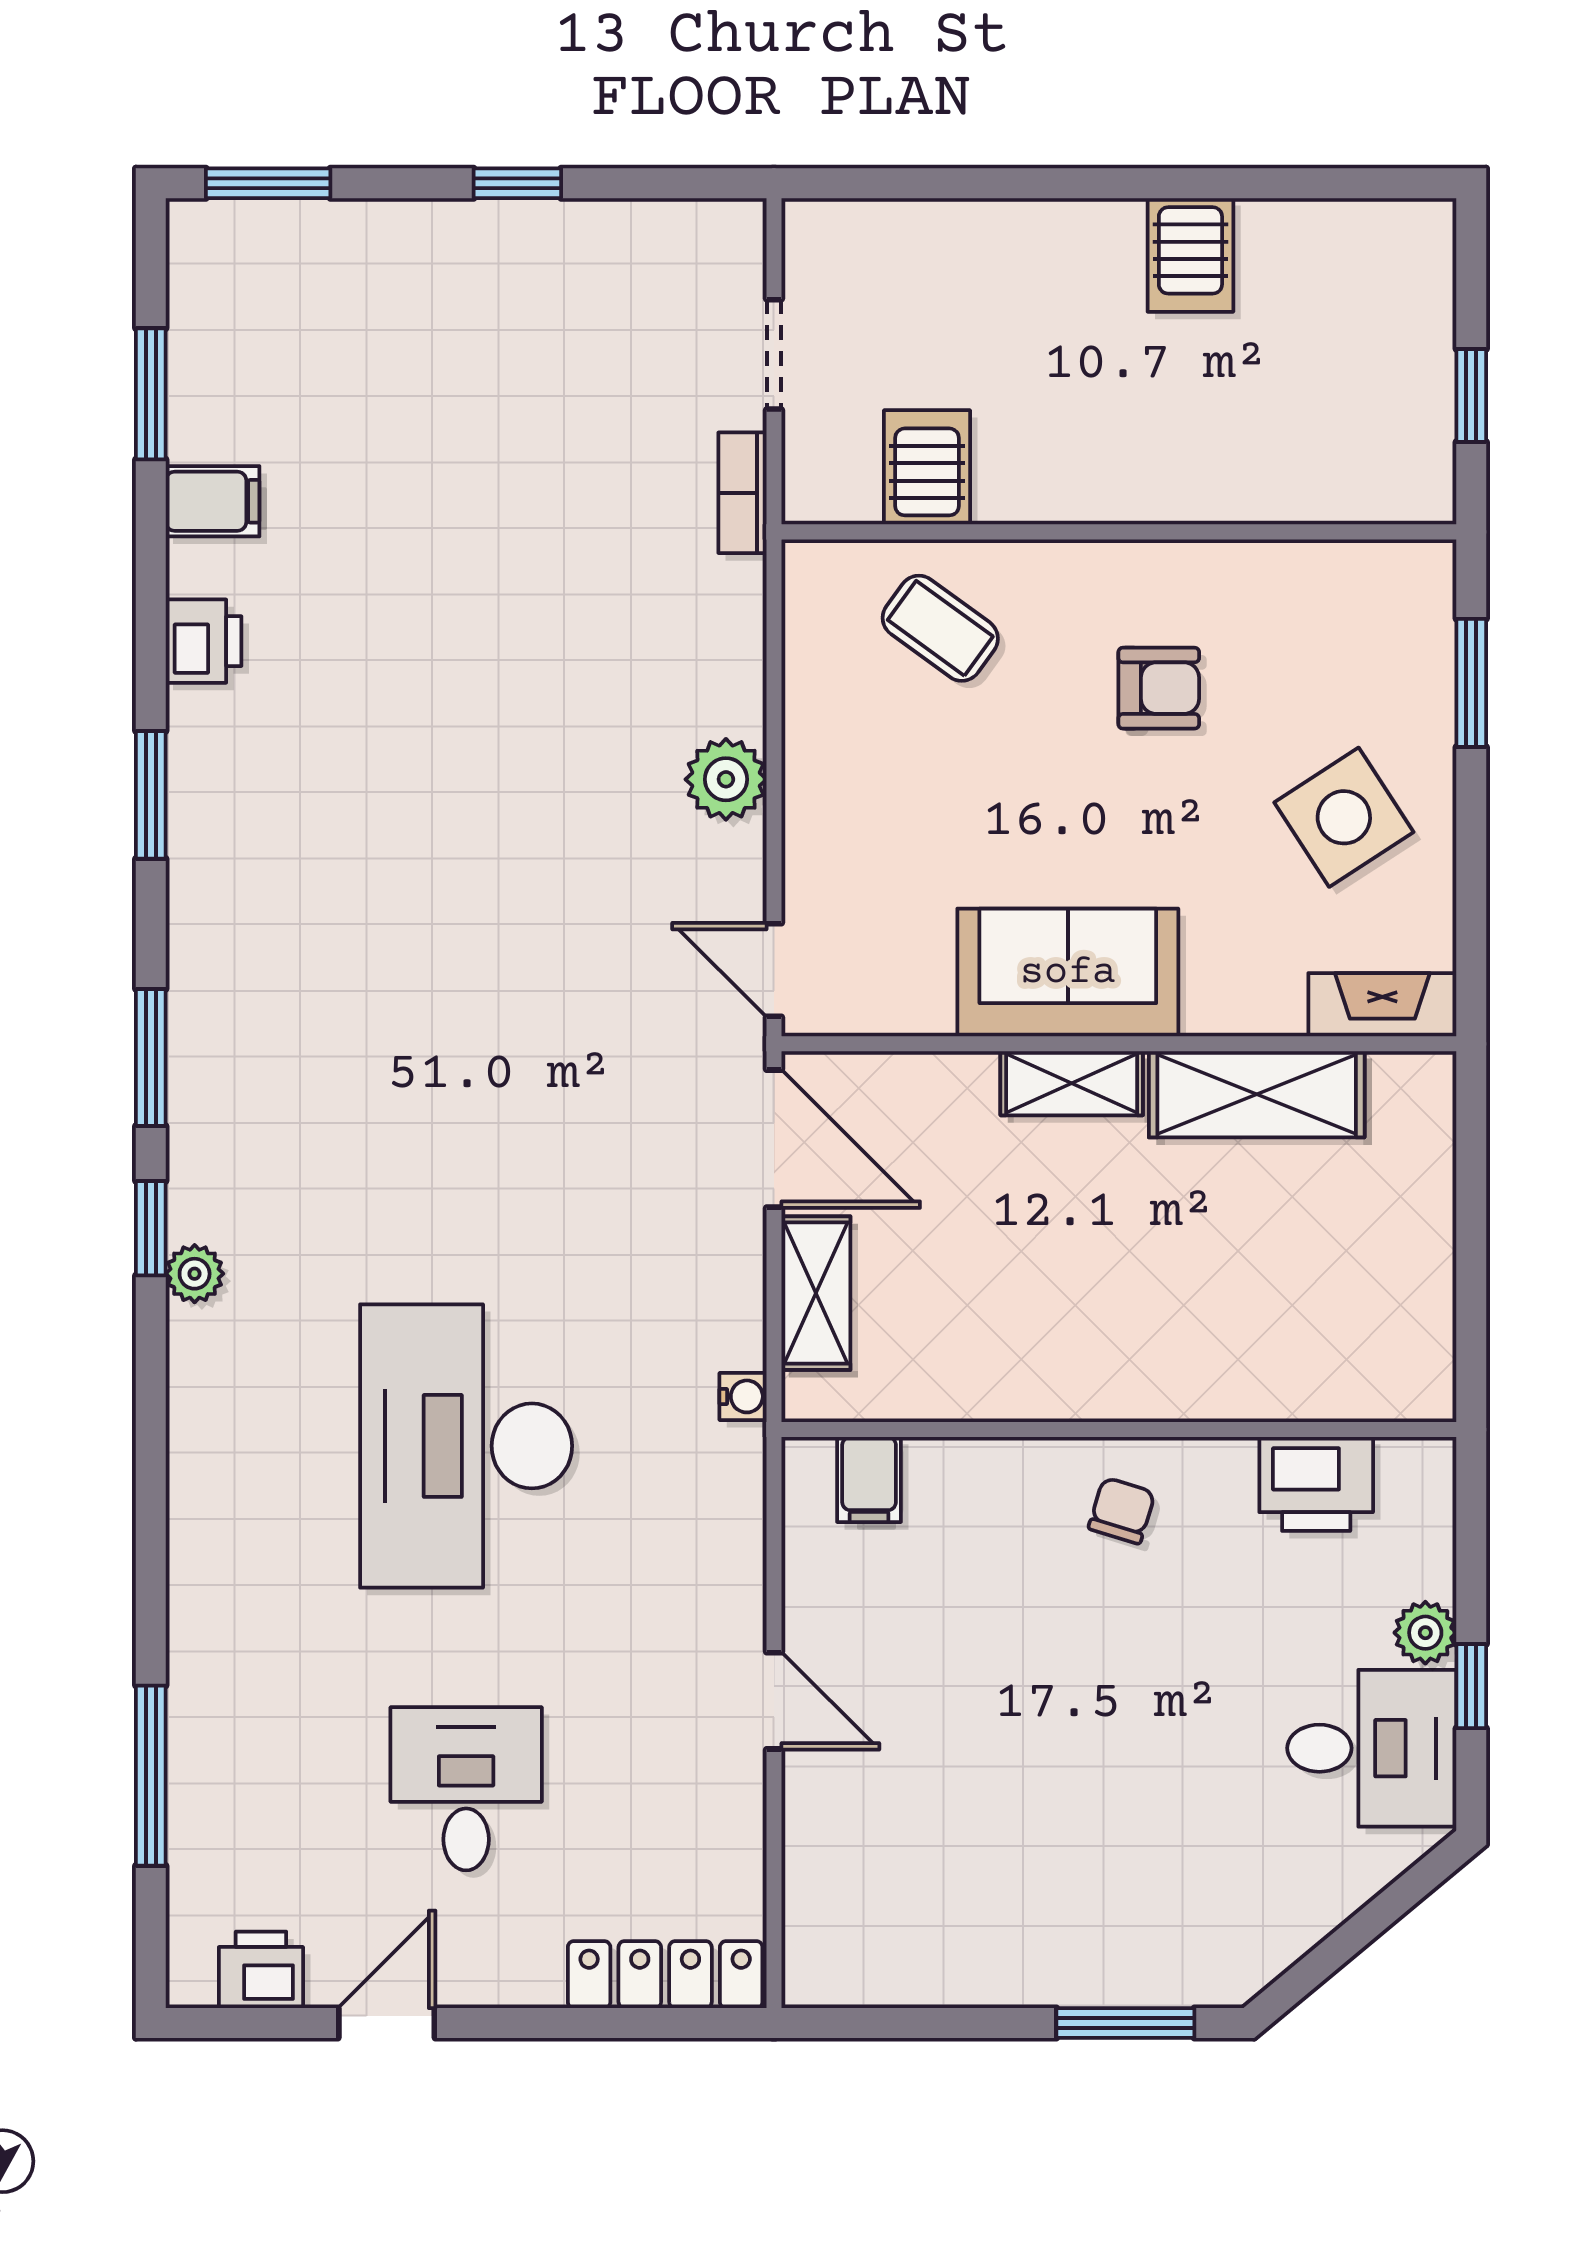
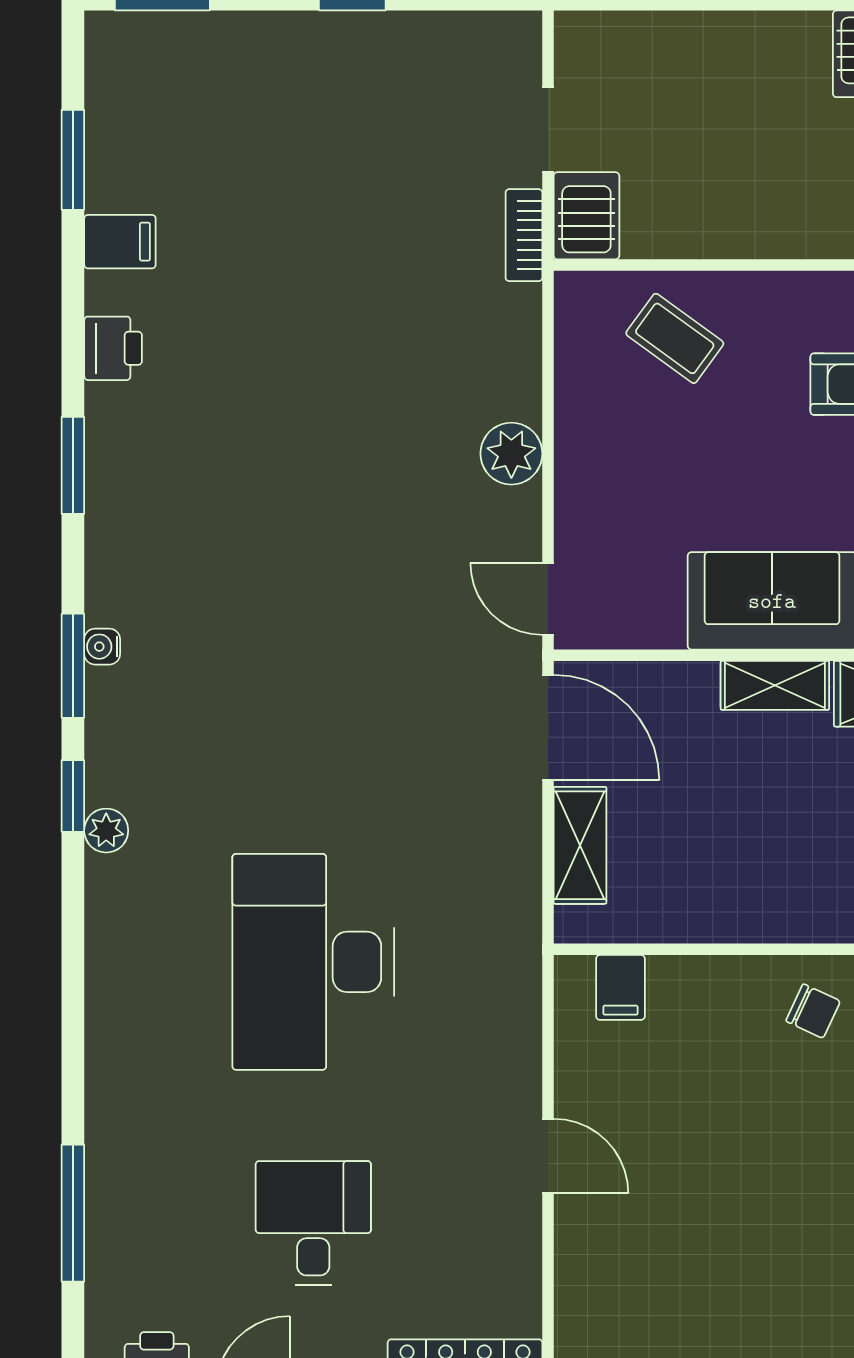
server rack: (927, 467) -> (586, 216), moved
water cooler: (743, 1396) -> (102, 647), moved, turned 180
chair: (1122, 1511) -> (813, 1011), turned 98

